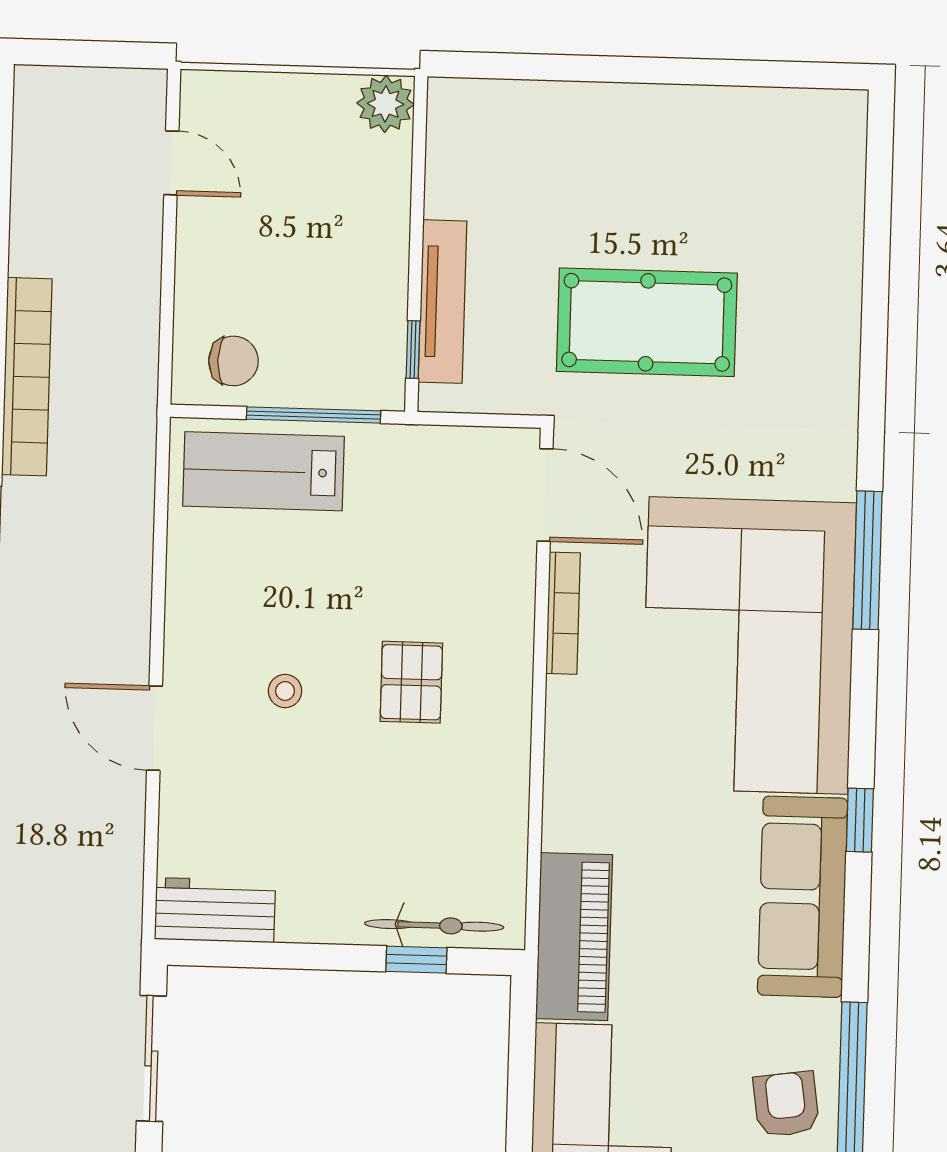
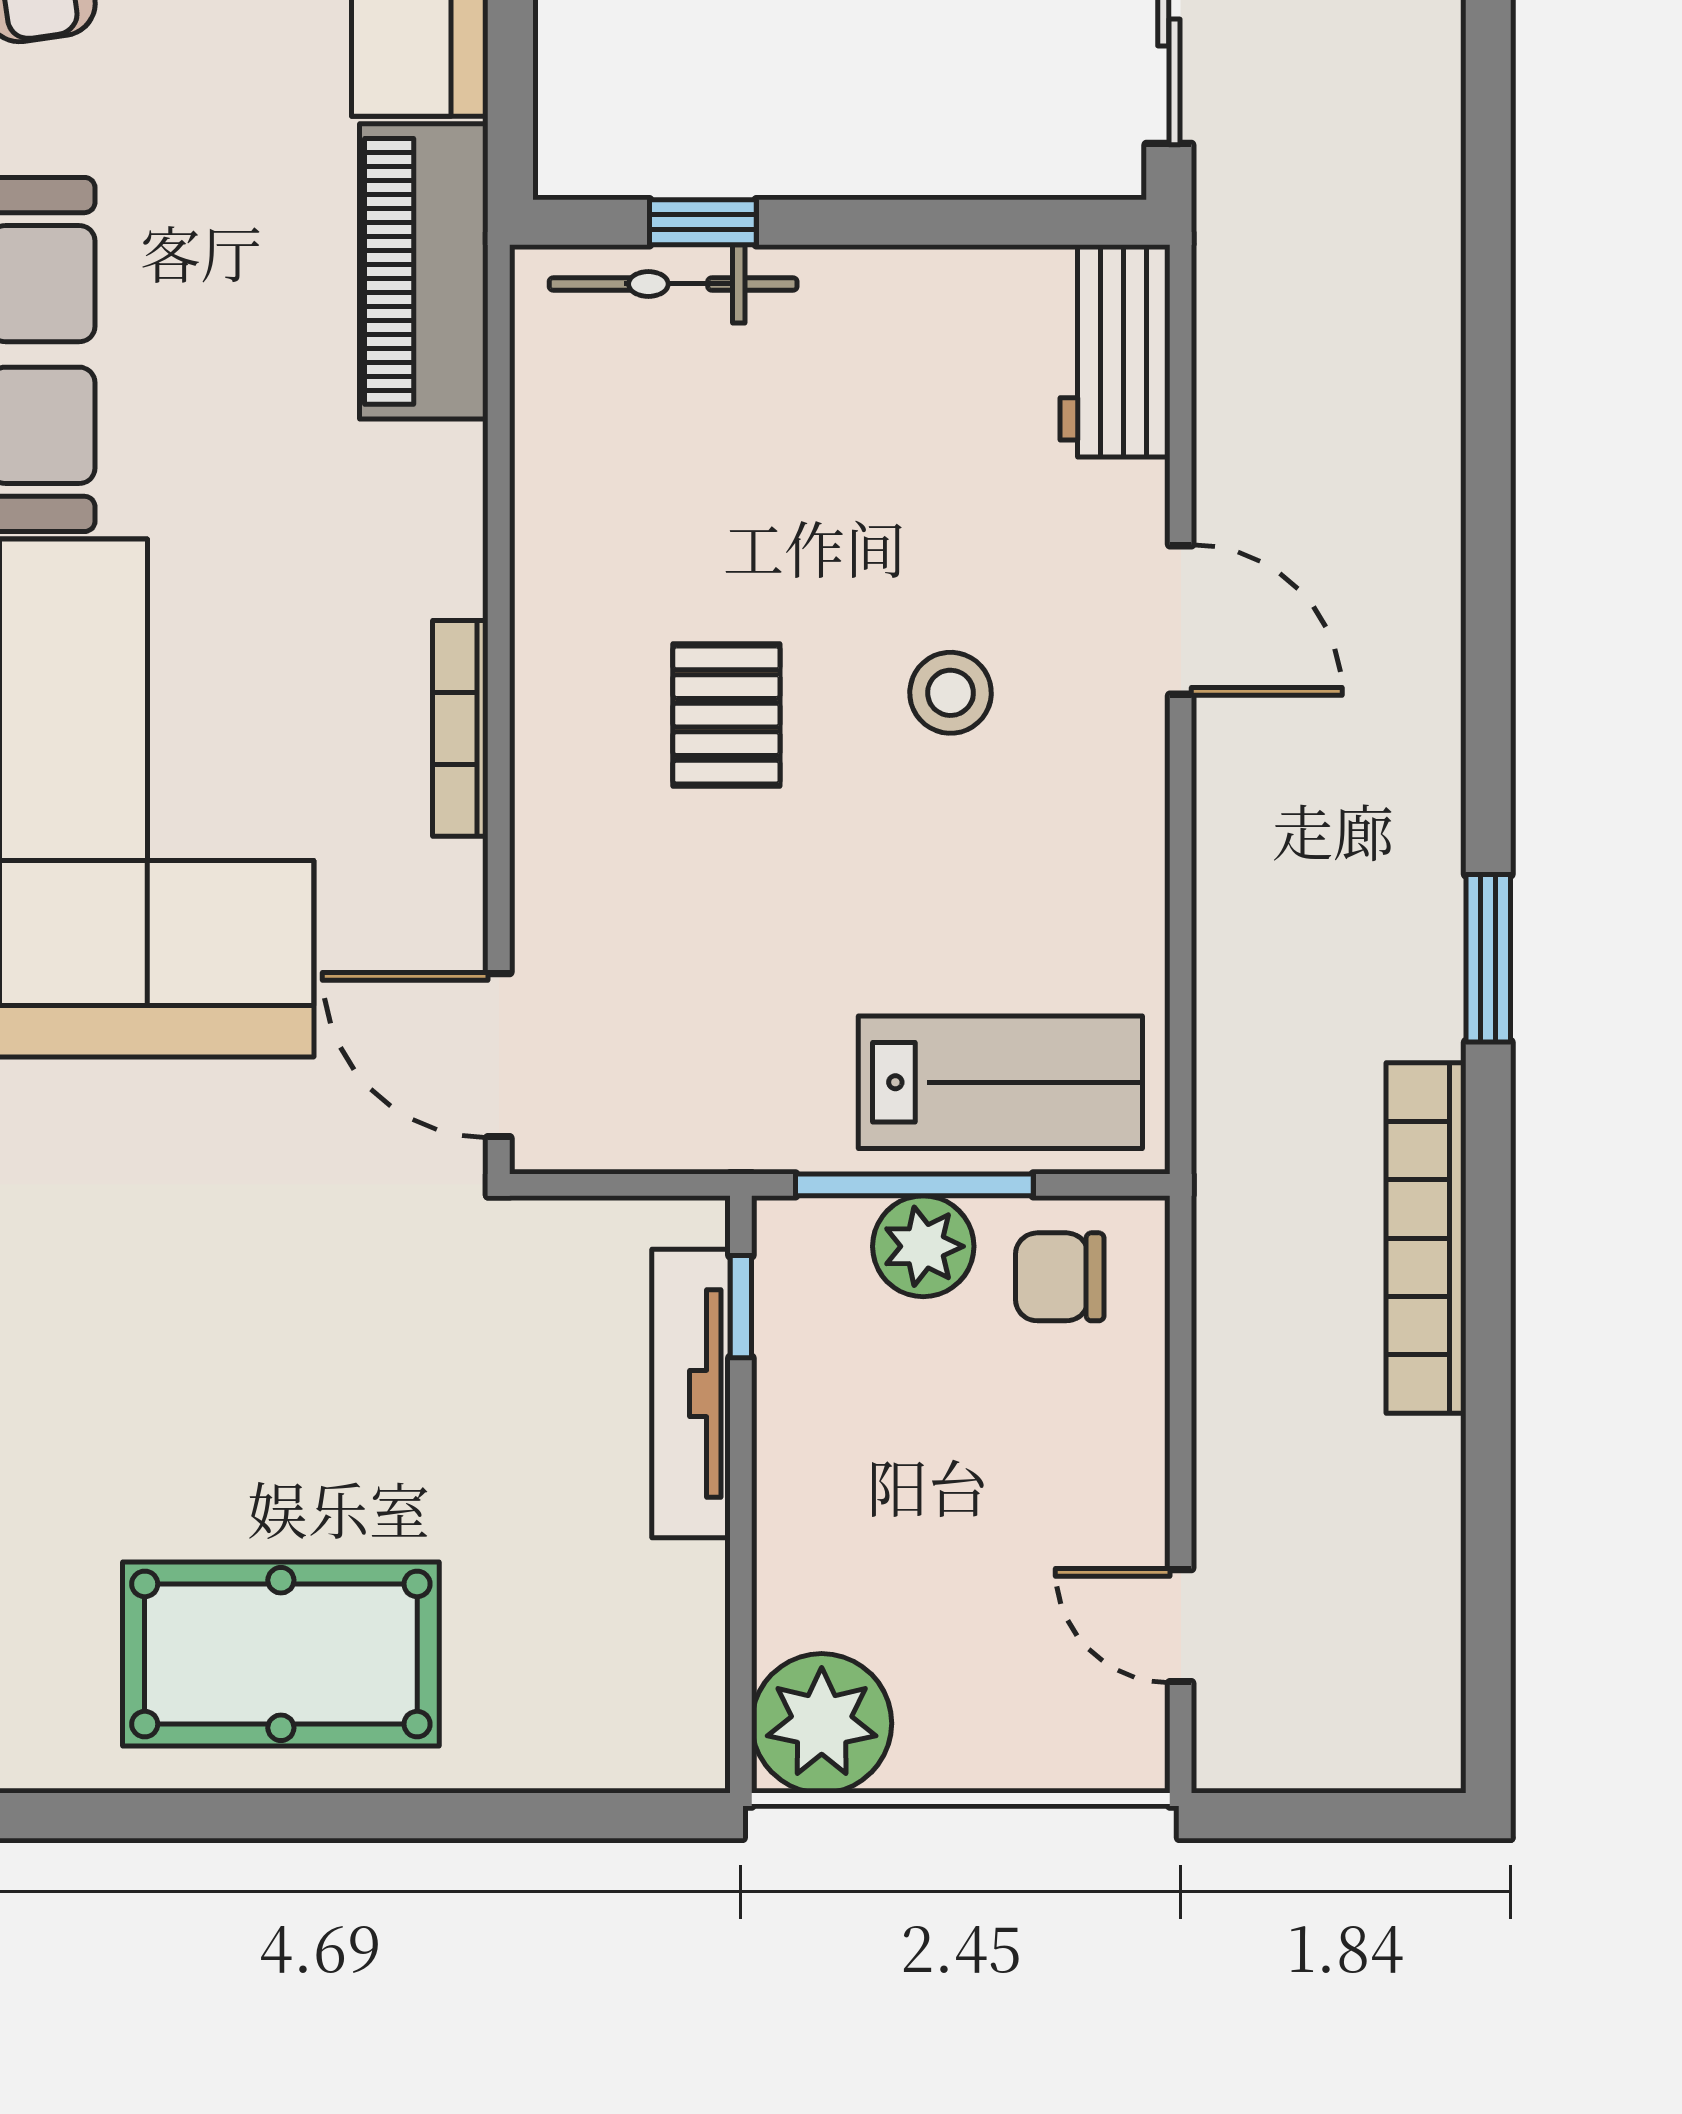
plant: (385, 104) -> (822, 1723), width x1.36, depth x1.36
pool table: (647, 322) -> (281, 1654), moved
plant: (310, 380) -> (923, 1246), added
bookcase: (563, 613) -> (460, 728), moved
stool: (285, 691) -> (951, 693), width x1.37, depth x1.37
workbench: (215, 910) -> (1115, 351), moved, turned 90

